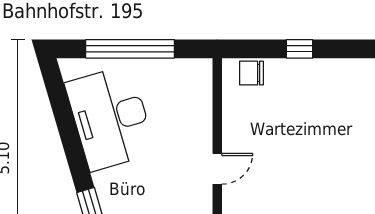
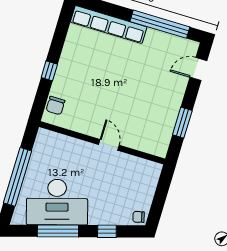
window: (68, 132) -> (58, 231), added

